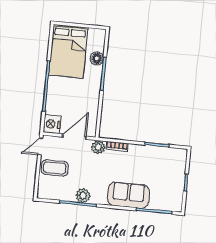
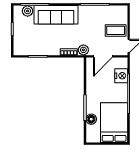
nightstand: (52, 124) -> (121, 76), moved
sofa: (128, 195) -> (56, 15), width x1.36
plant: (83, 196) -> (28, 11), moved

